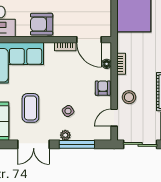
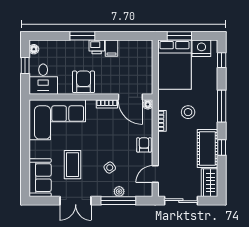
armchair: (42, 24) -> (84, 82), turned 90
floor lamp: (107, 64) -> (148, 104), moved
stool: (129, 97) -> (188, 112), moved
plant: (65, 135) -> (119, 191), moved

